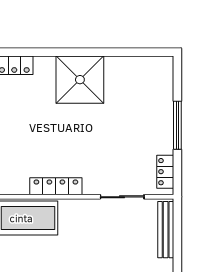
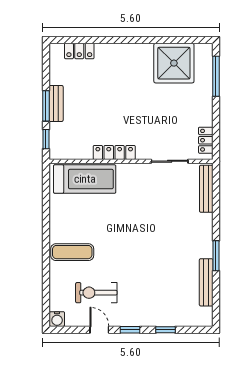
shower: (80, 80) -> (174, 63), moved
window: (177, 125) -> (216, 76), moved

